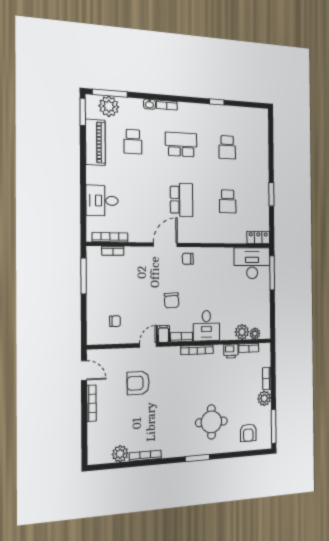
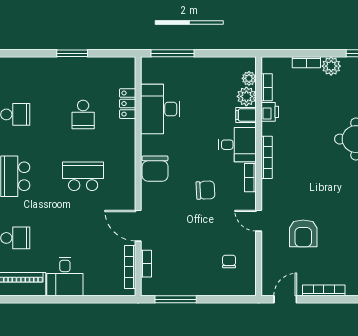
desk: (102, 201) -> (65, 276), moved
school desk: (228, 201) -> (83, 114), turned 90
locker: (258, 238) -> (128, 104), moved
door: (165, 245) -> (138, 226), moved
chair: (188, 259) -> (155, 169), width x1.87, depth x1.87
desk: (252, 263) -> (160, 109), moved
filing cabinet: (163, 334) -> (246, 115), moved

